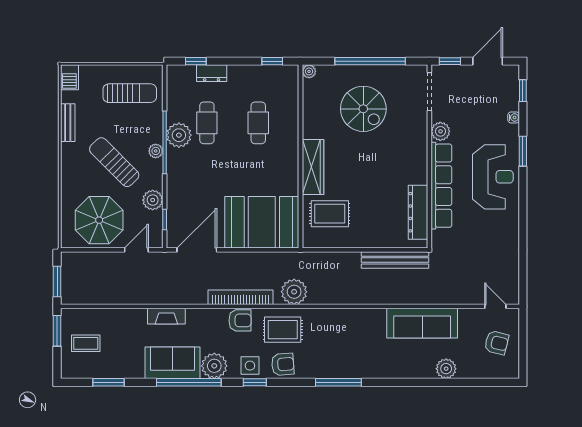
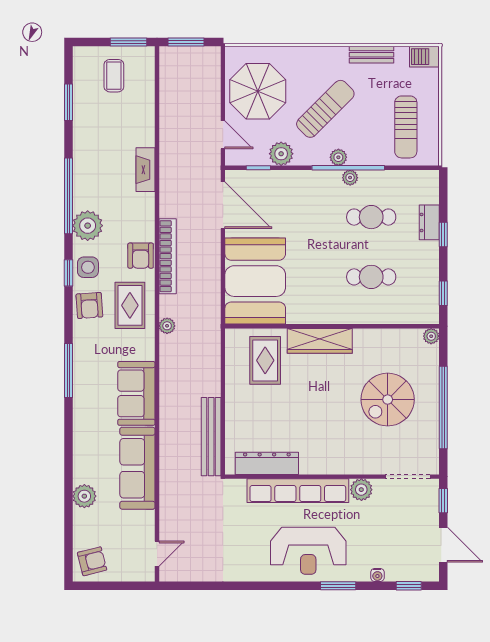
window: (196, 61) -> (443, 235), moved
plant: (179, 135) -> (350, 178), width x0.53, depth x0.53
plant: (294, 292) -> (167, 326), width x0.53, depth x0.53
armchair: (497, 343) -> (92, 561), moved, turned -118
sofa: (172, 363) -> (136, 393), moved, turned 180

